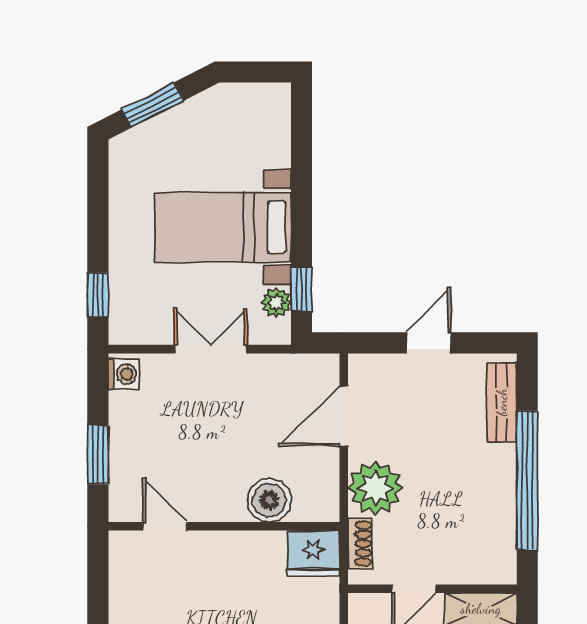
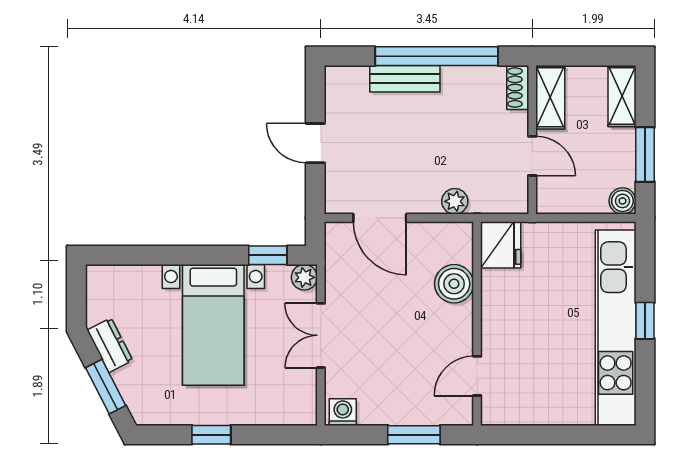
dresser: (199, 110) -> (110, 345), added
window: (98, 295) -> (211, 435), moved
plant: (276, 302) -> (304, 277), moved
bench: (502, 402) -> (405, 79), moved
plant: (375, 488) -> (455, 201), width x0.53, depth x0.53
shoe rack: (360, 544) -> (518, 88), moved, turned -90

